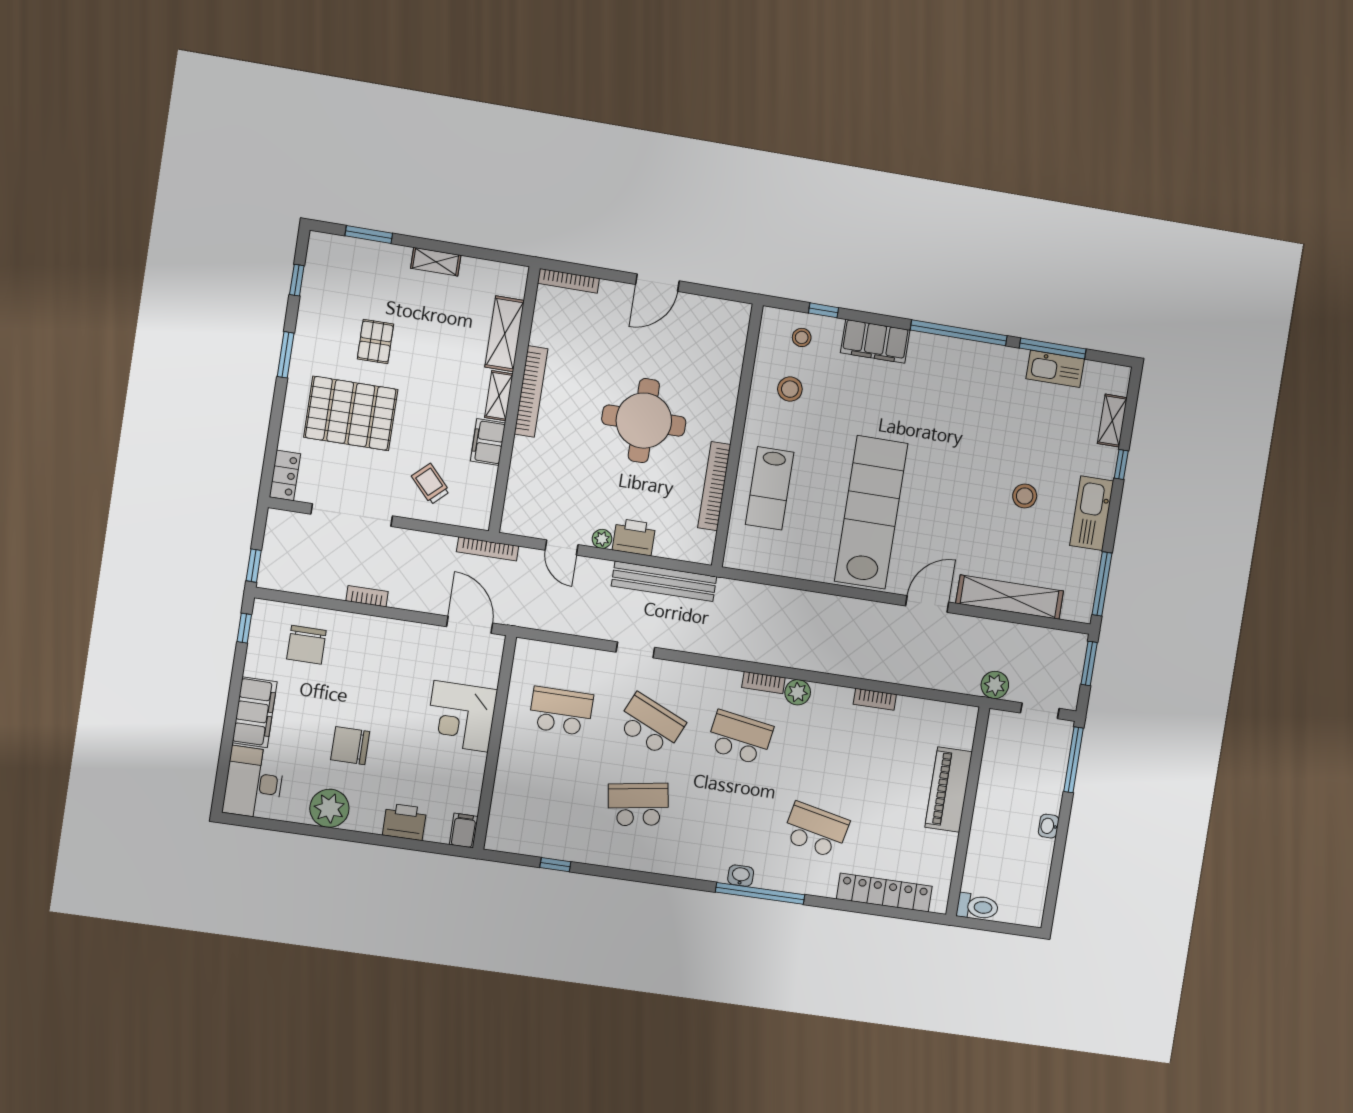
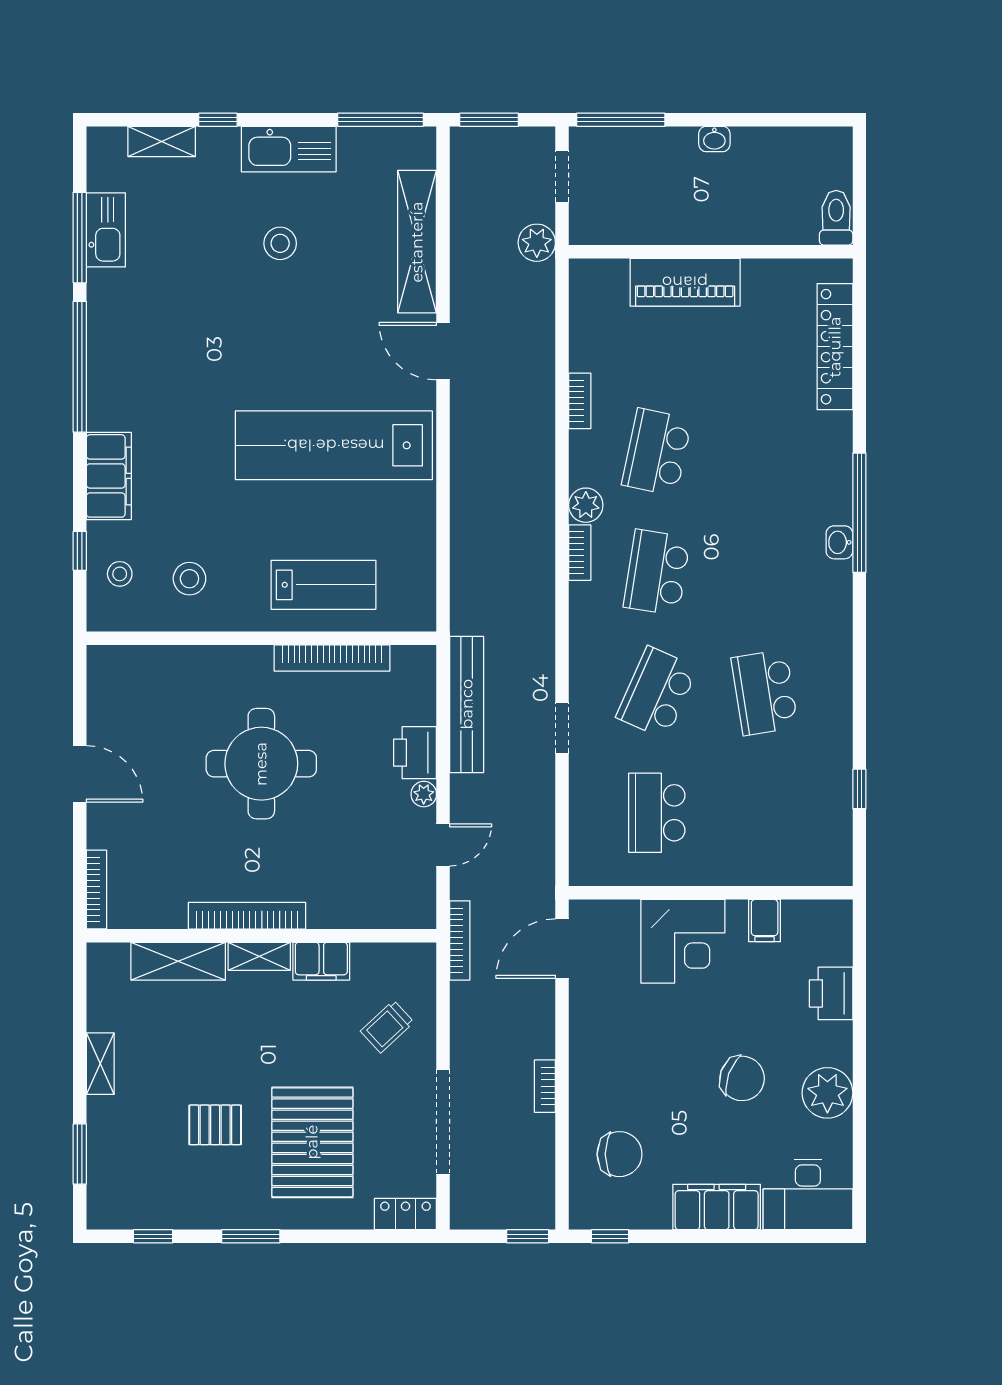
chair: (350, 746) -> (742, 1078), turned -70
school desk: (816, 830) -> (657, 452), moved
filing cabinet: (464, 831) -> (765, 920), moved, turned -90

